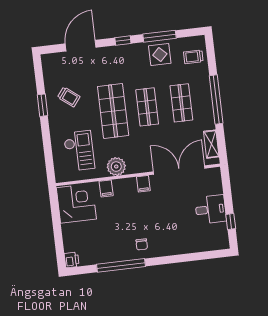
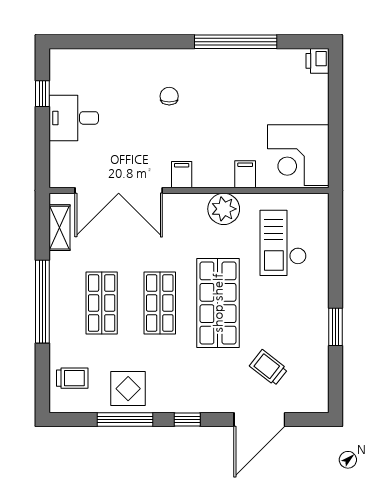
trolley: (69, 97) -> (268, 368), moved
chair: (142, 244) -> (169, 96), moved

